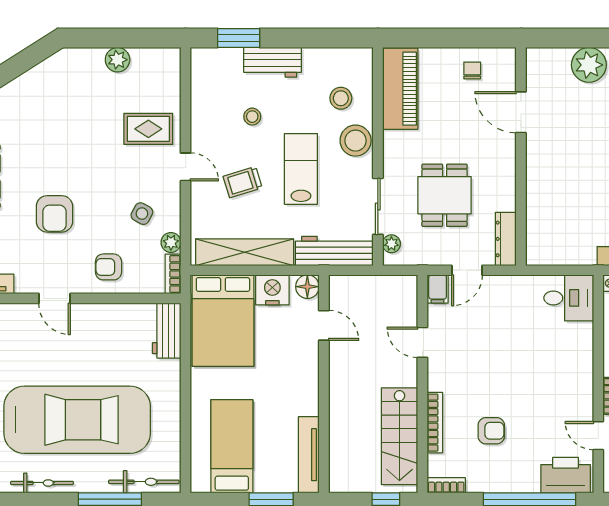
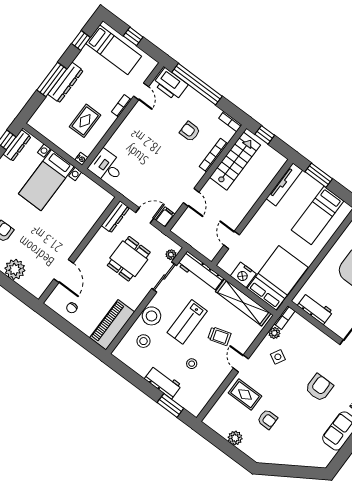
armchair: (108, 267) -> (267, 419), moved
floor lamp: (307, 287) -> (226, 264), removed
workbench: (167, 331) -> (315, 309), moved, turned -90

